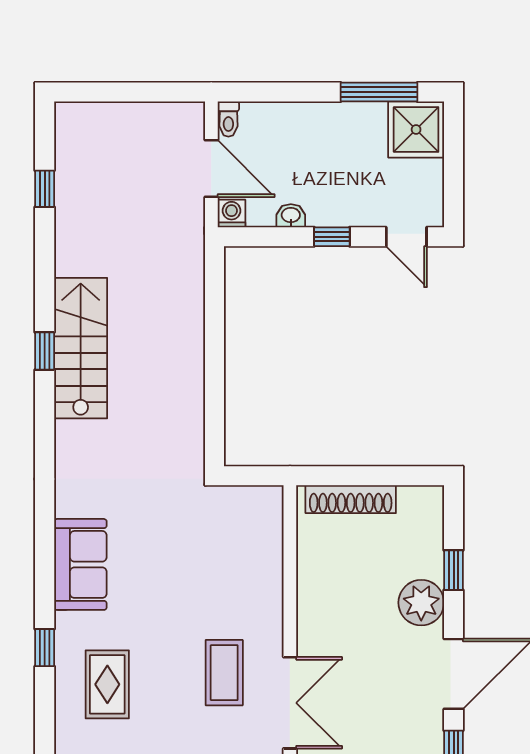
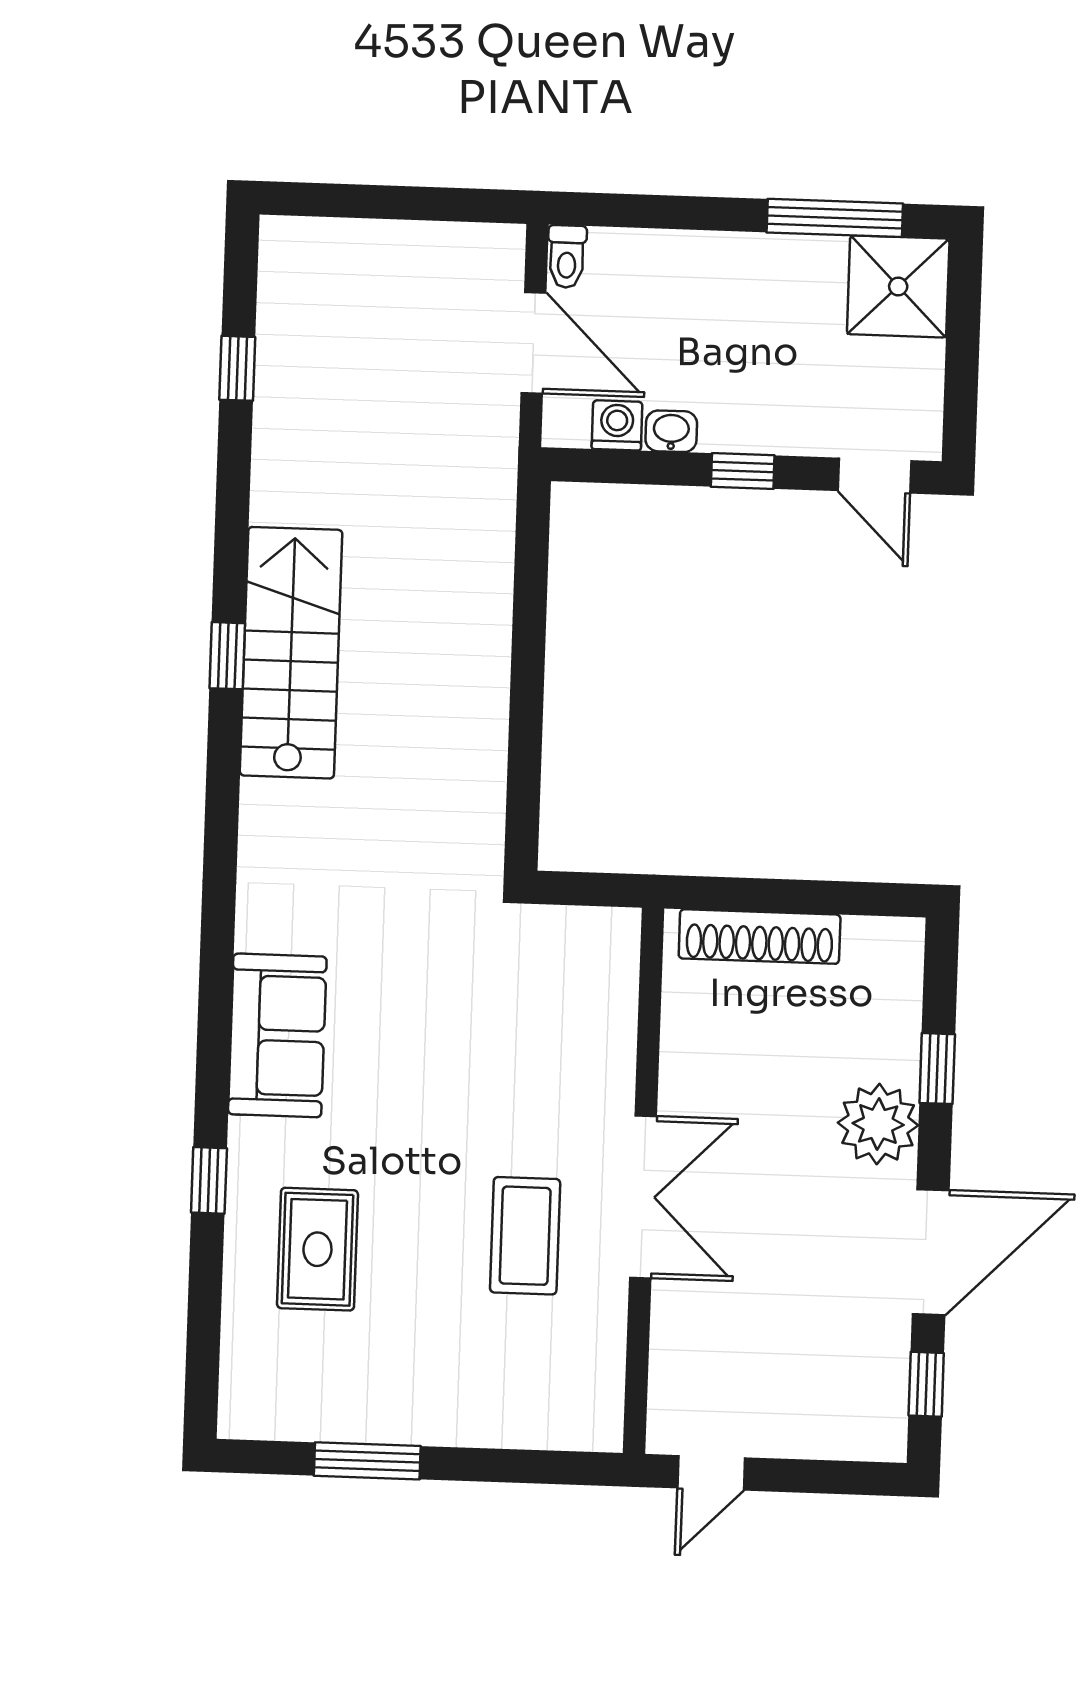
washing machine: (232, 213) -> (617, 425), moved
double door: (290, 703) -> (643, 1197), moved

